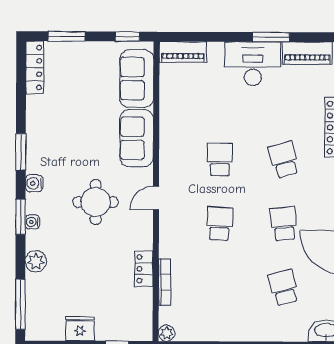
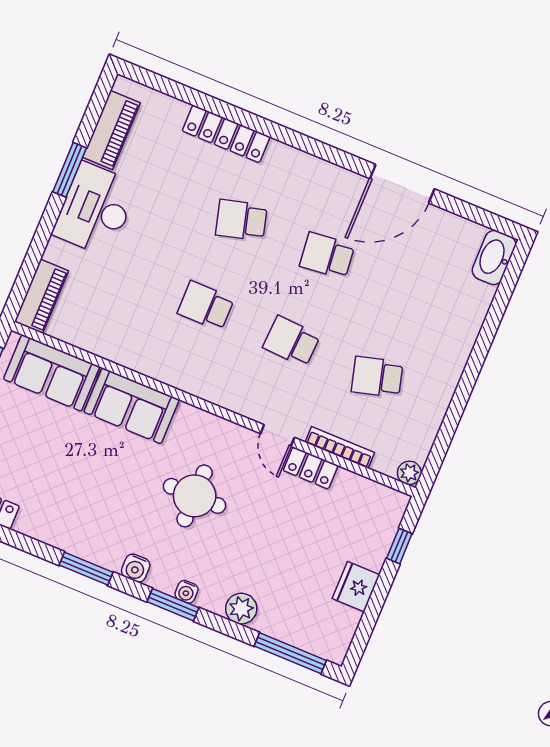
door: (156, 198) -> (277, 436), moved
school desk: (283, 288) -> (377, 377), moved

